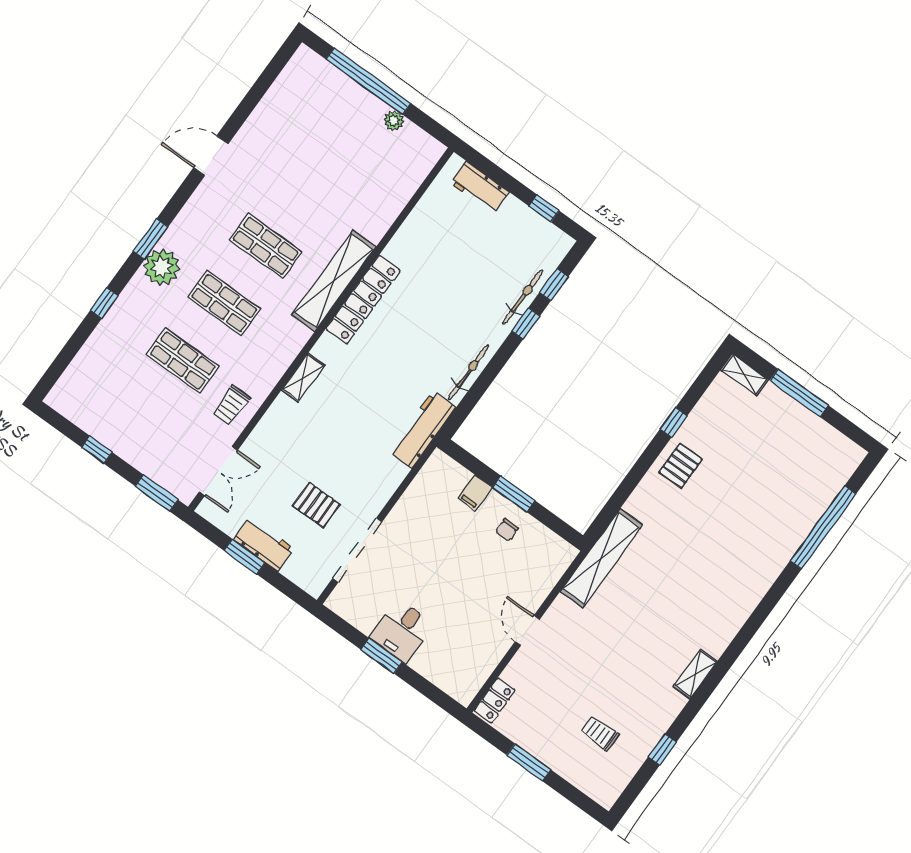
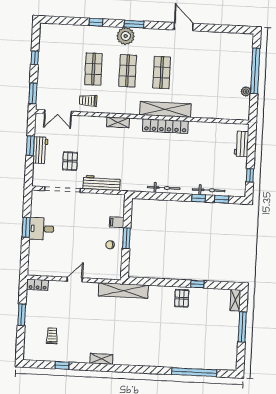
workbench: (422, 430) -> (102, 183), moved
pallet: (681, 466) -> (182, 298), turned 90

